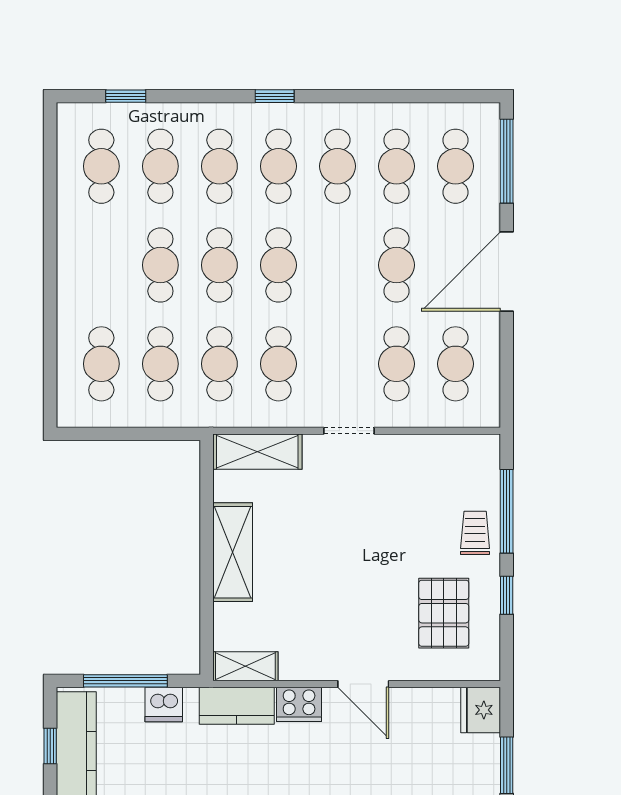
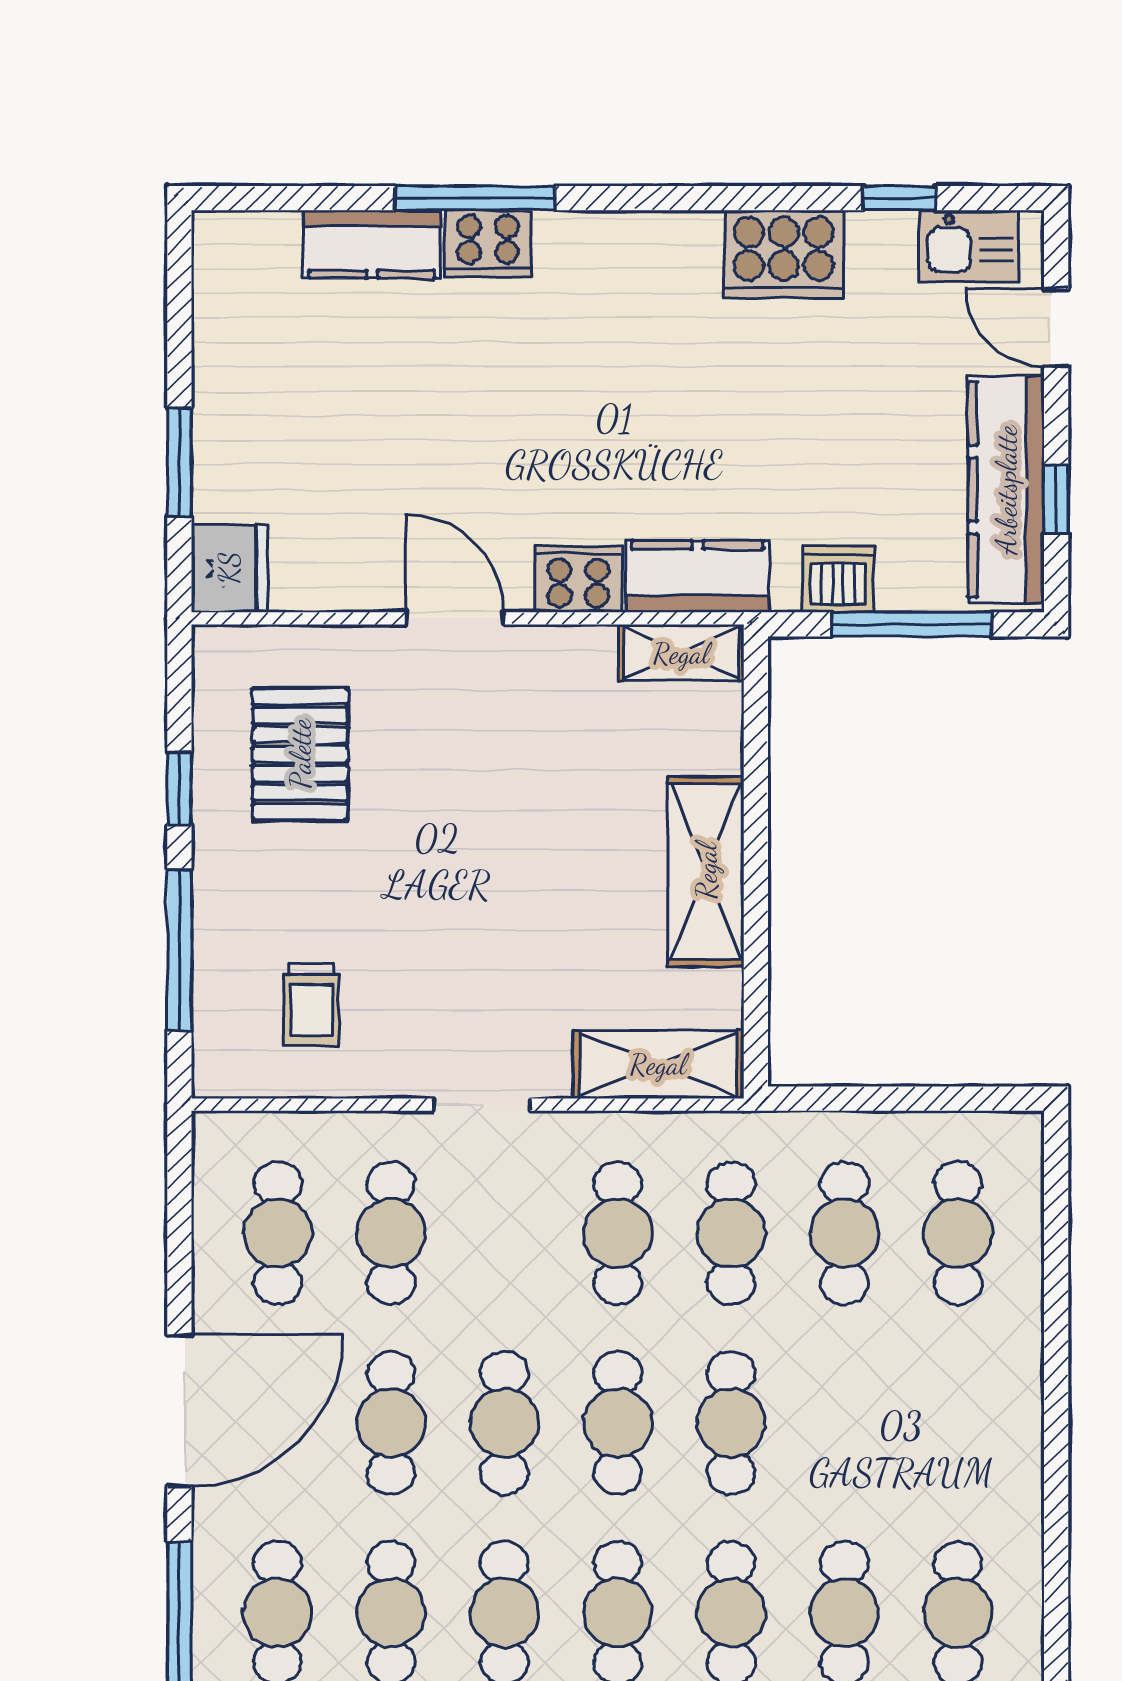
cafe table: (160, 265) -> (504, 1423), moved
trolley: (475, 533) -> (312, 1004), moved

